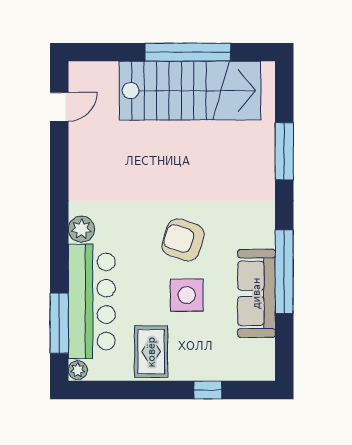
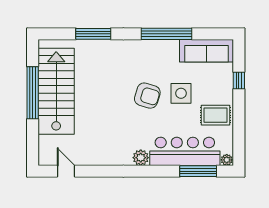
armchair: (183, 240) -> (147, 96), turned -91
sofa: (256, 293) -> (206, 51), moved

